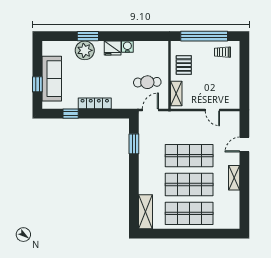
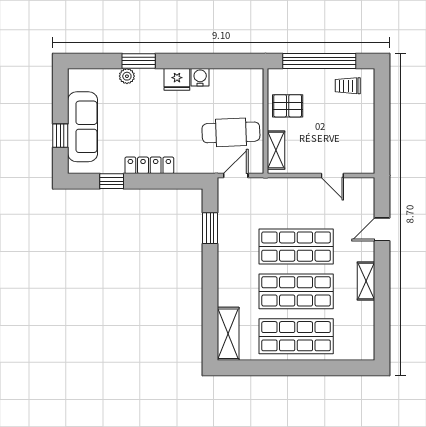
plant: (85, 50) -> (127, 76), width x0.53, depth x0.53
pallet: (184, 65) -> (288, 106), turned 90
cafe table: (147, 82) -> (231, 132), width x1.37, depth x1.35

